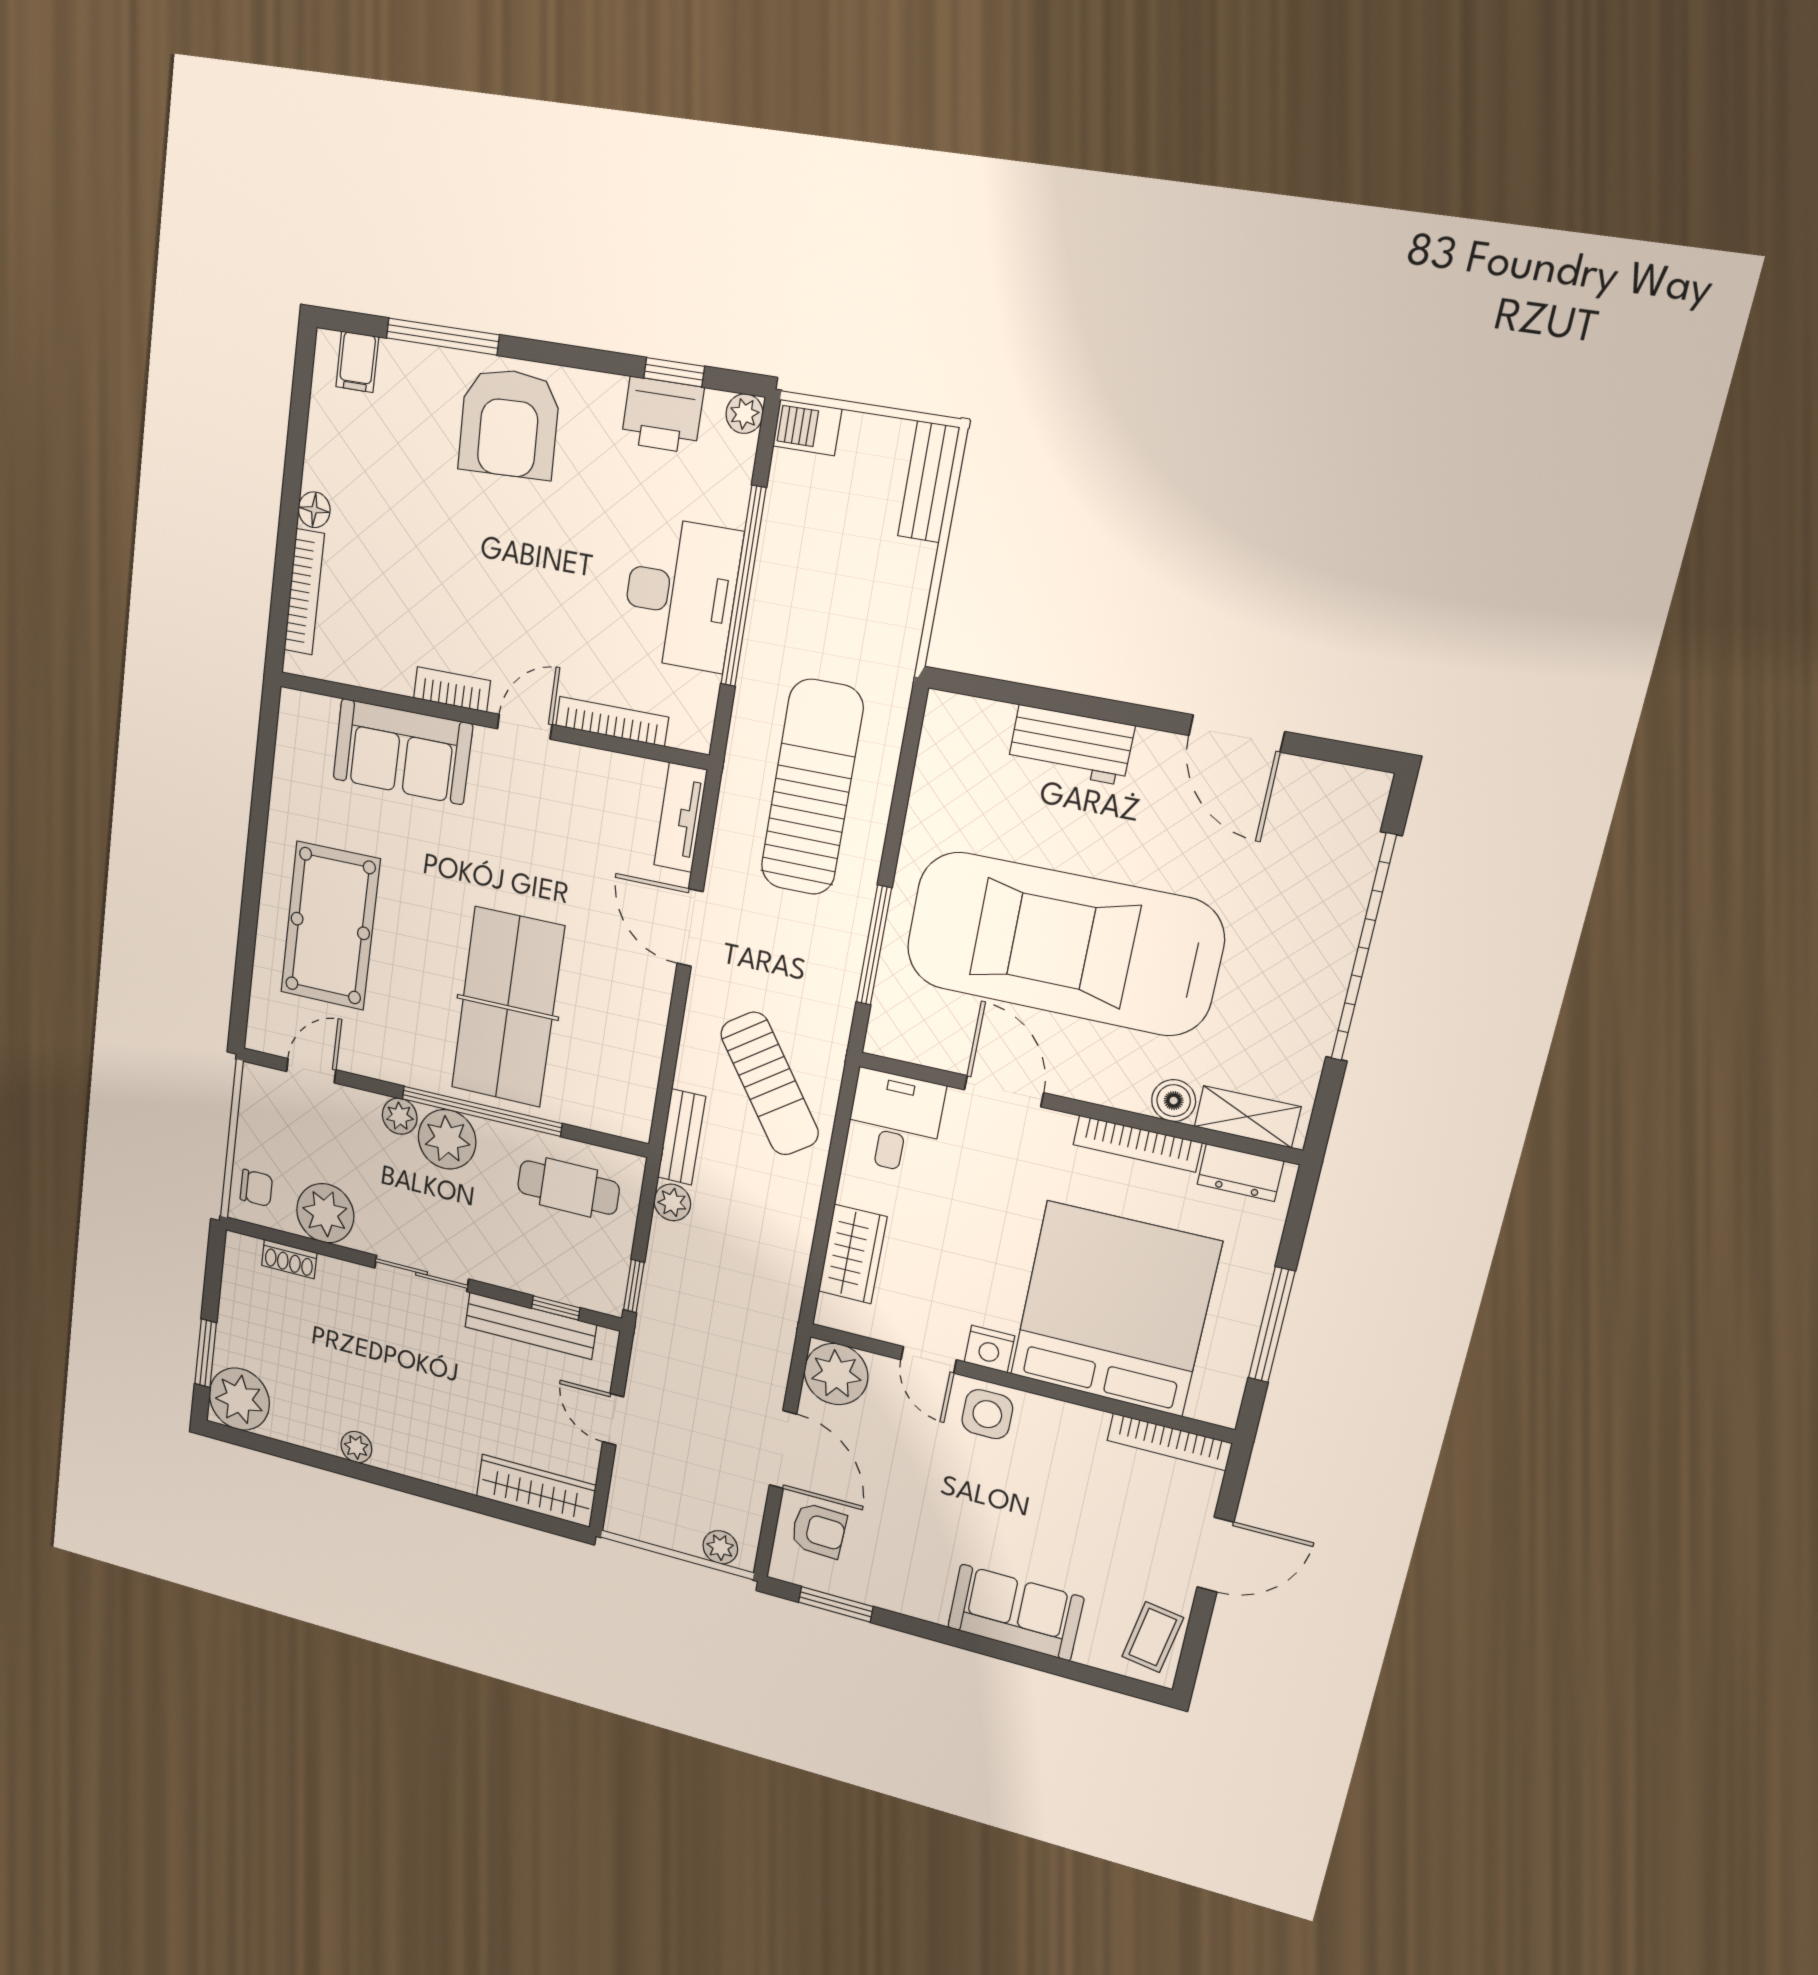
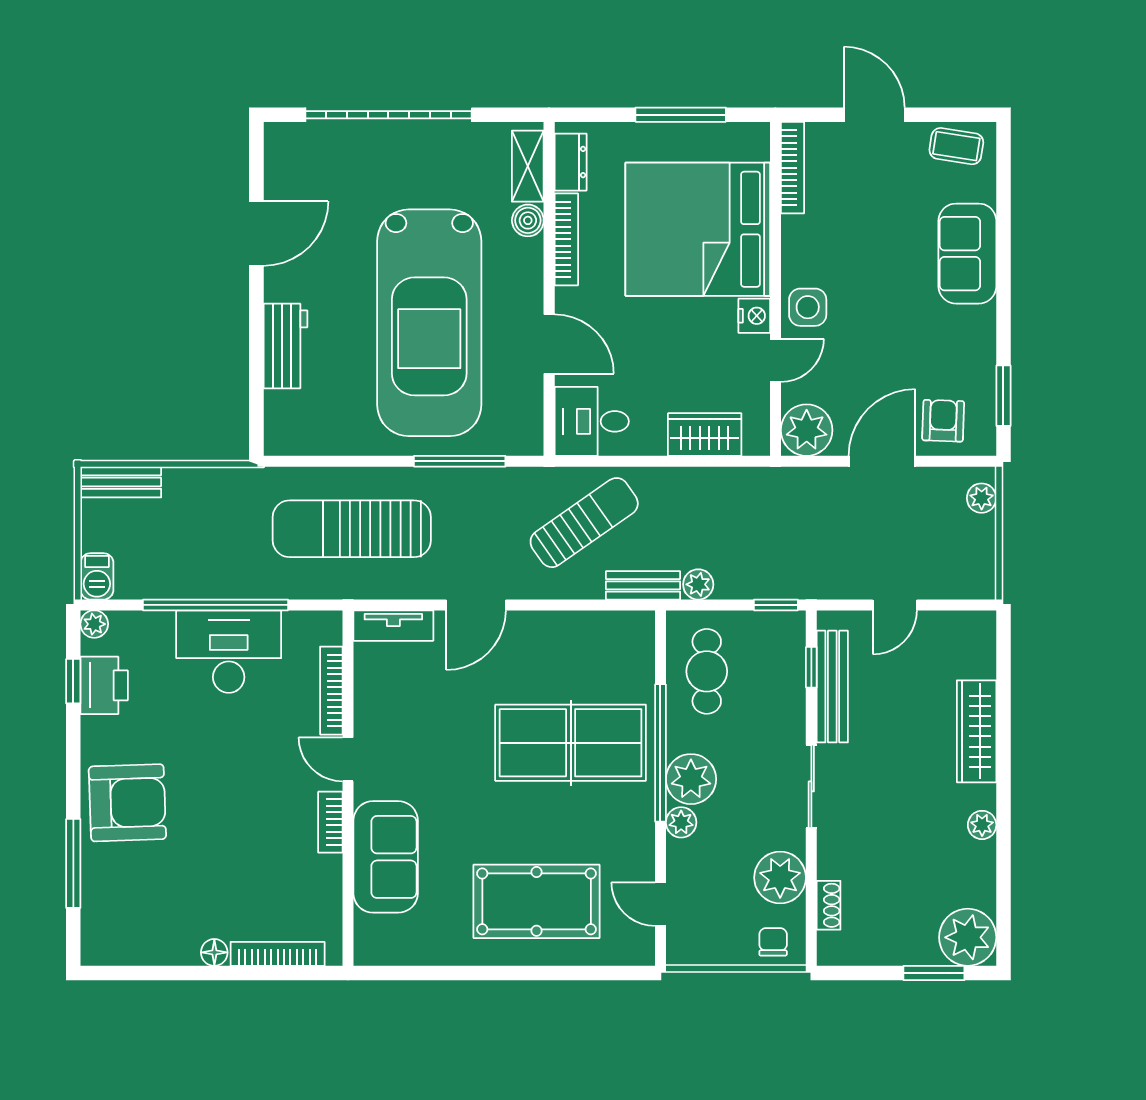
filing cabinet: (357, 362) -> (101, 930), removed
door: (1004, 1091) -> (549, 344), swing flipped
wardrobe: (536, 1491) -> (977, 731), moved

